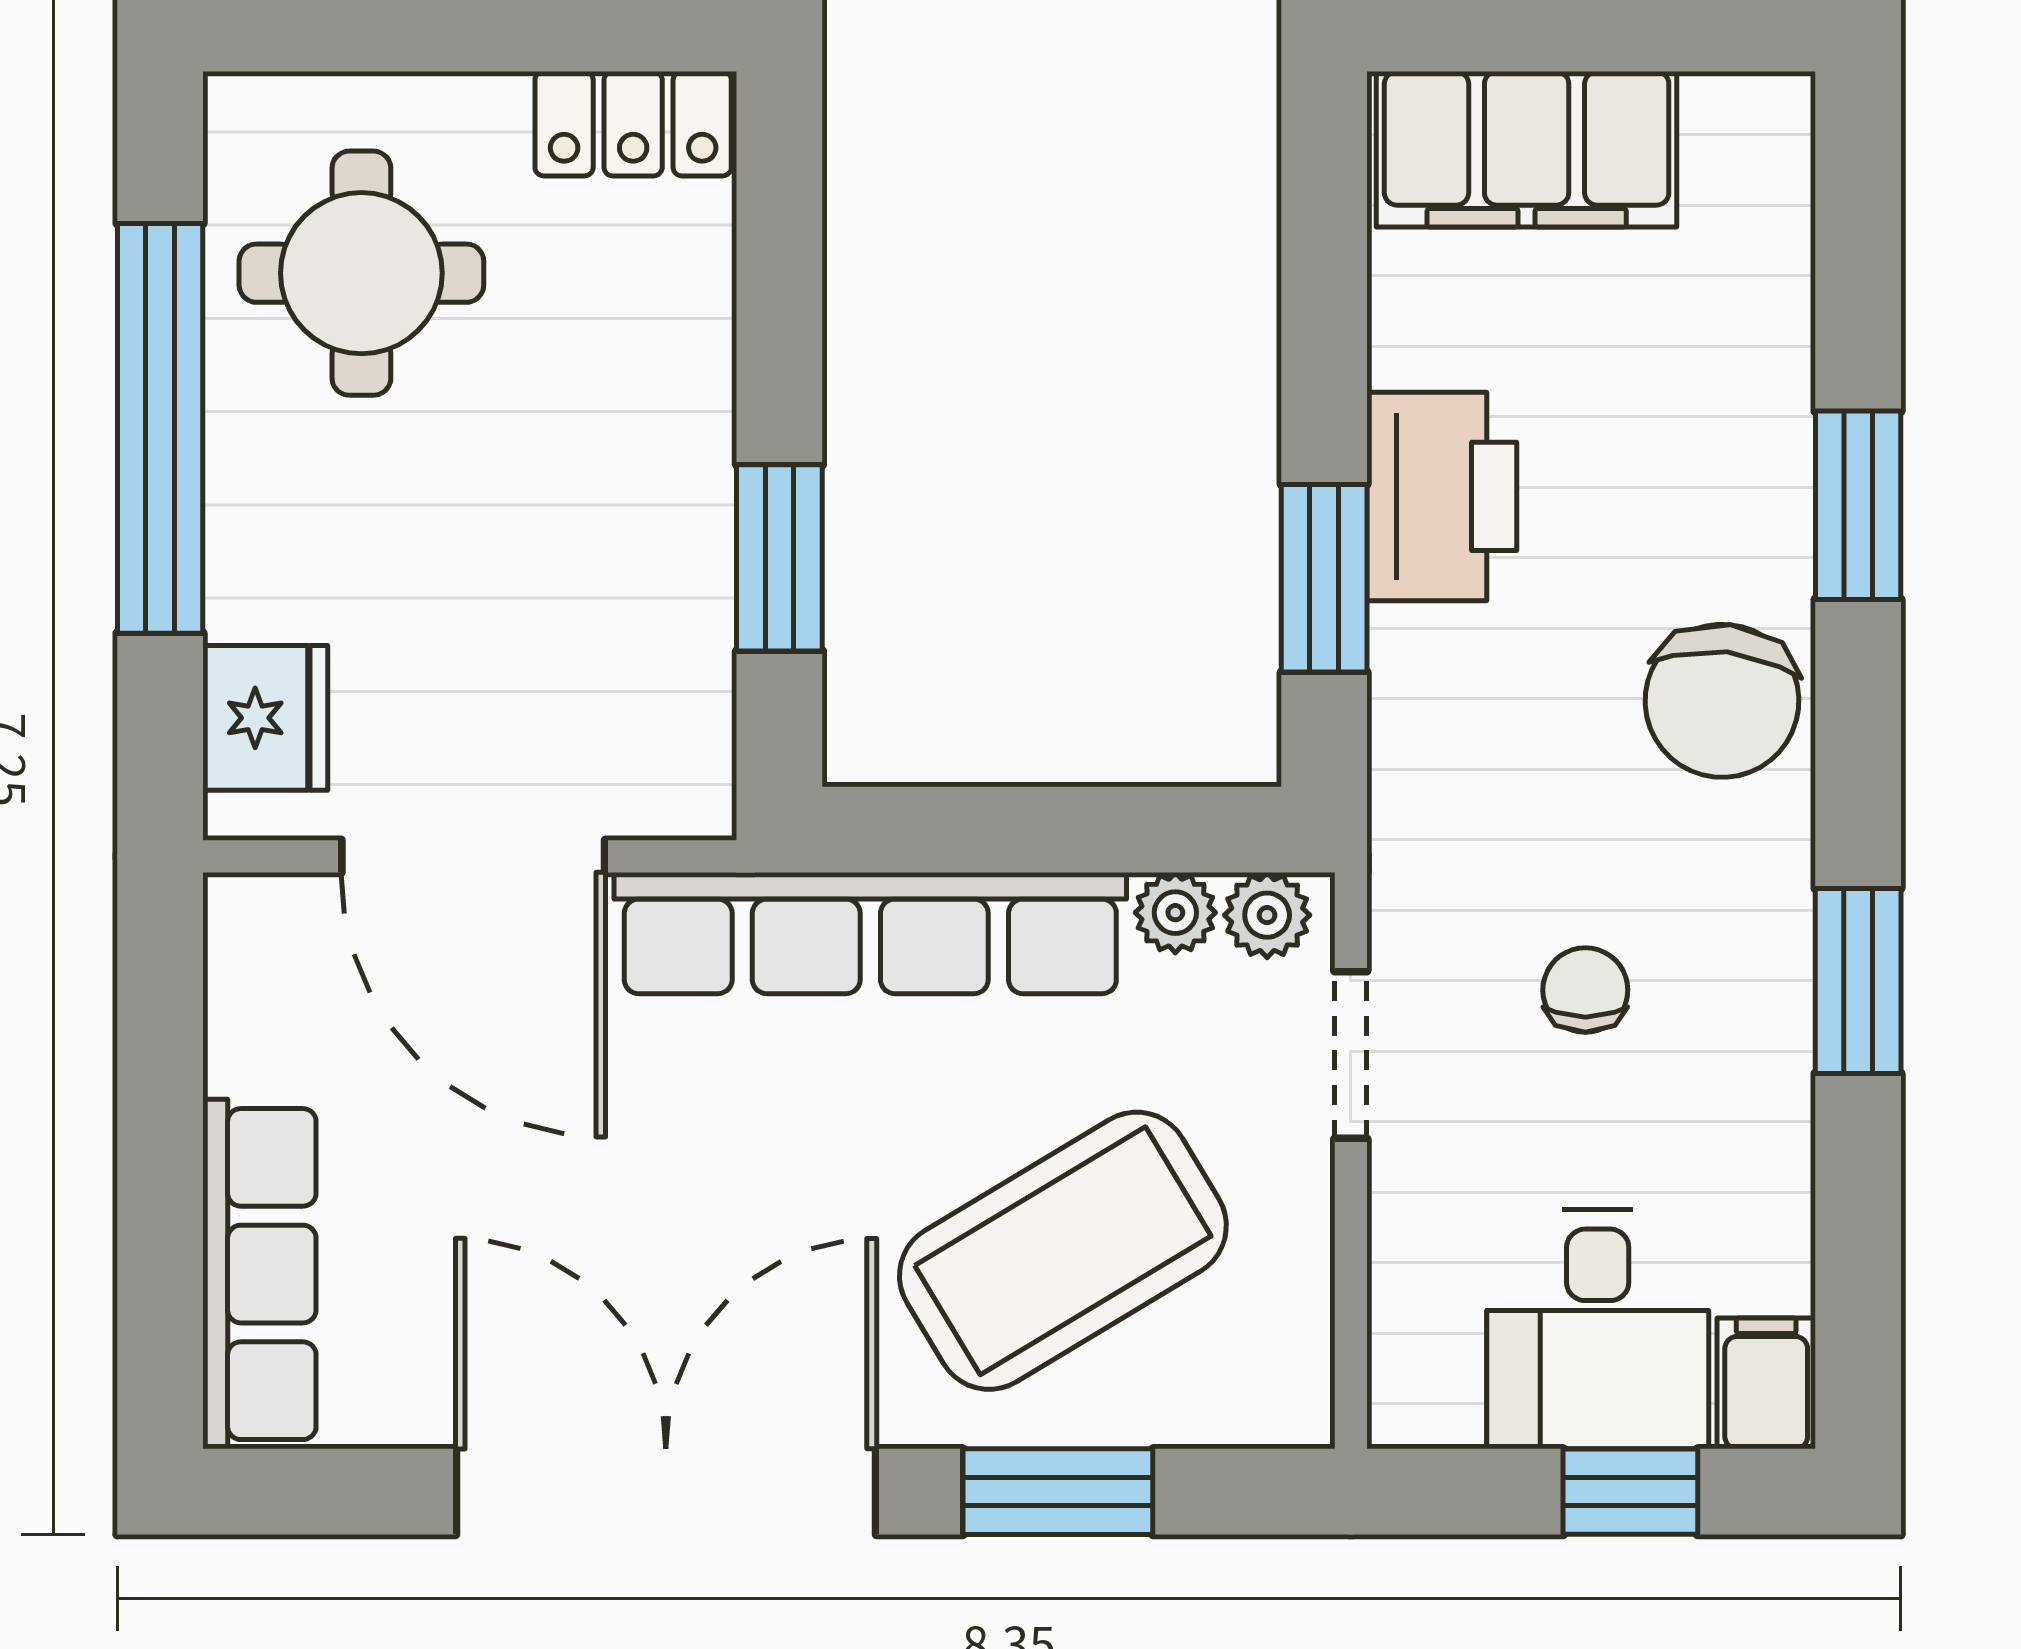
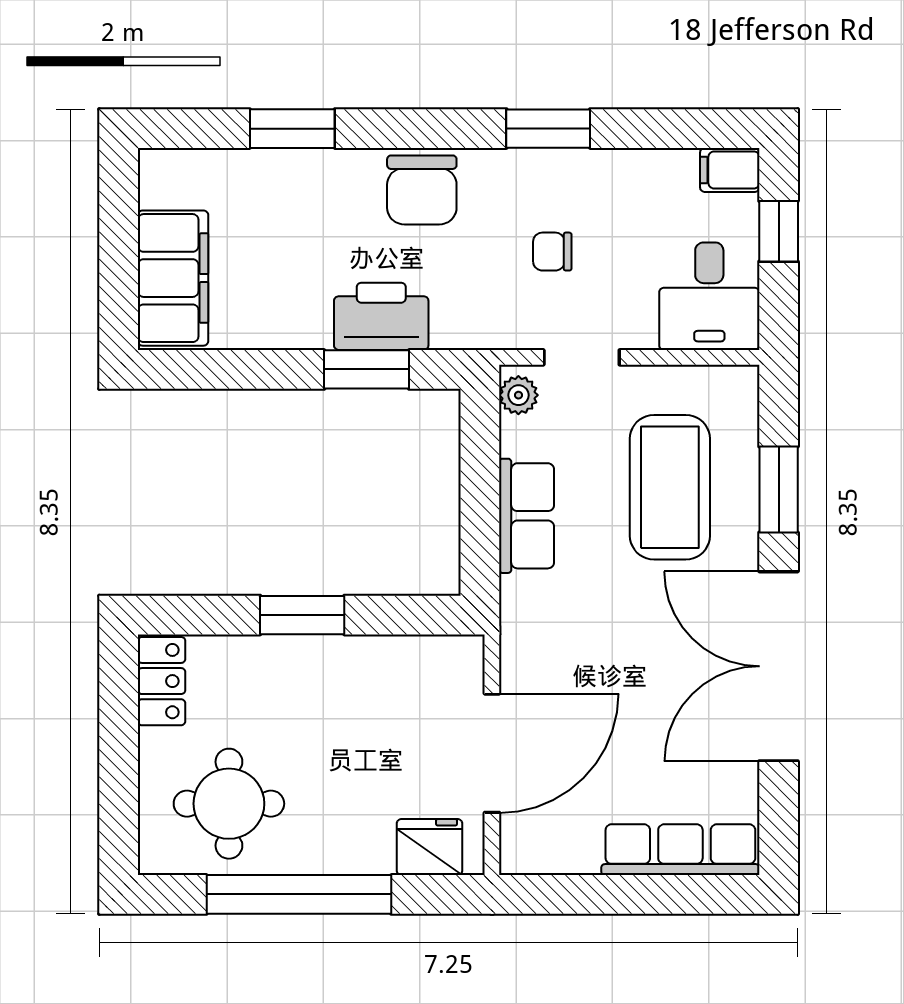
printer: (1442, 496) -> (381, 316), moved
window: (1858, 505) -> (292, 129), moved
window: (779, 558) -> (302, 615), moved
chair: (1722, 701) -> (422, 190), turned 84
plant: (1175, 913) -> (517, 436), removed
row of seats: (870, 933) -> (527, 516), width x0.50
coffee table: (1063, 1251) -> (670, 487), turned 31
desk: (1598, 1329) -> (709, 296), moved, turned 90

